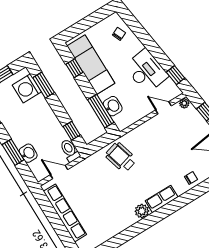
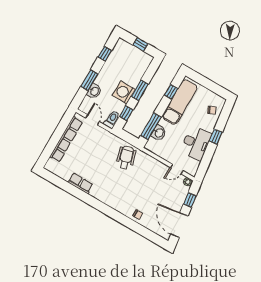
window: (175, 75) -> (216, 137), moved
window: (44, 85) -> (140, 90), moved
washing machine: (27, 88) -> (124, 92), moved
door: (163, 108) -> (177, 169), swing flipped
row of seats: (162, 199) -> (80, 183), moved
plant: (142, 211) -> (96, 193), removed

